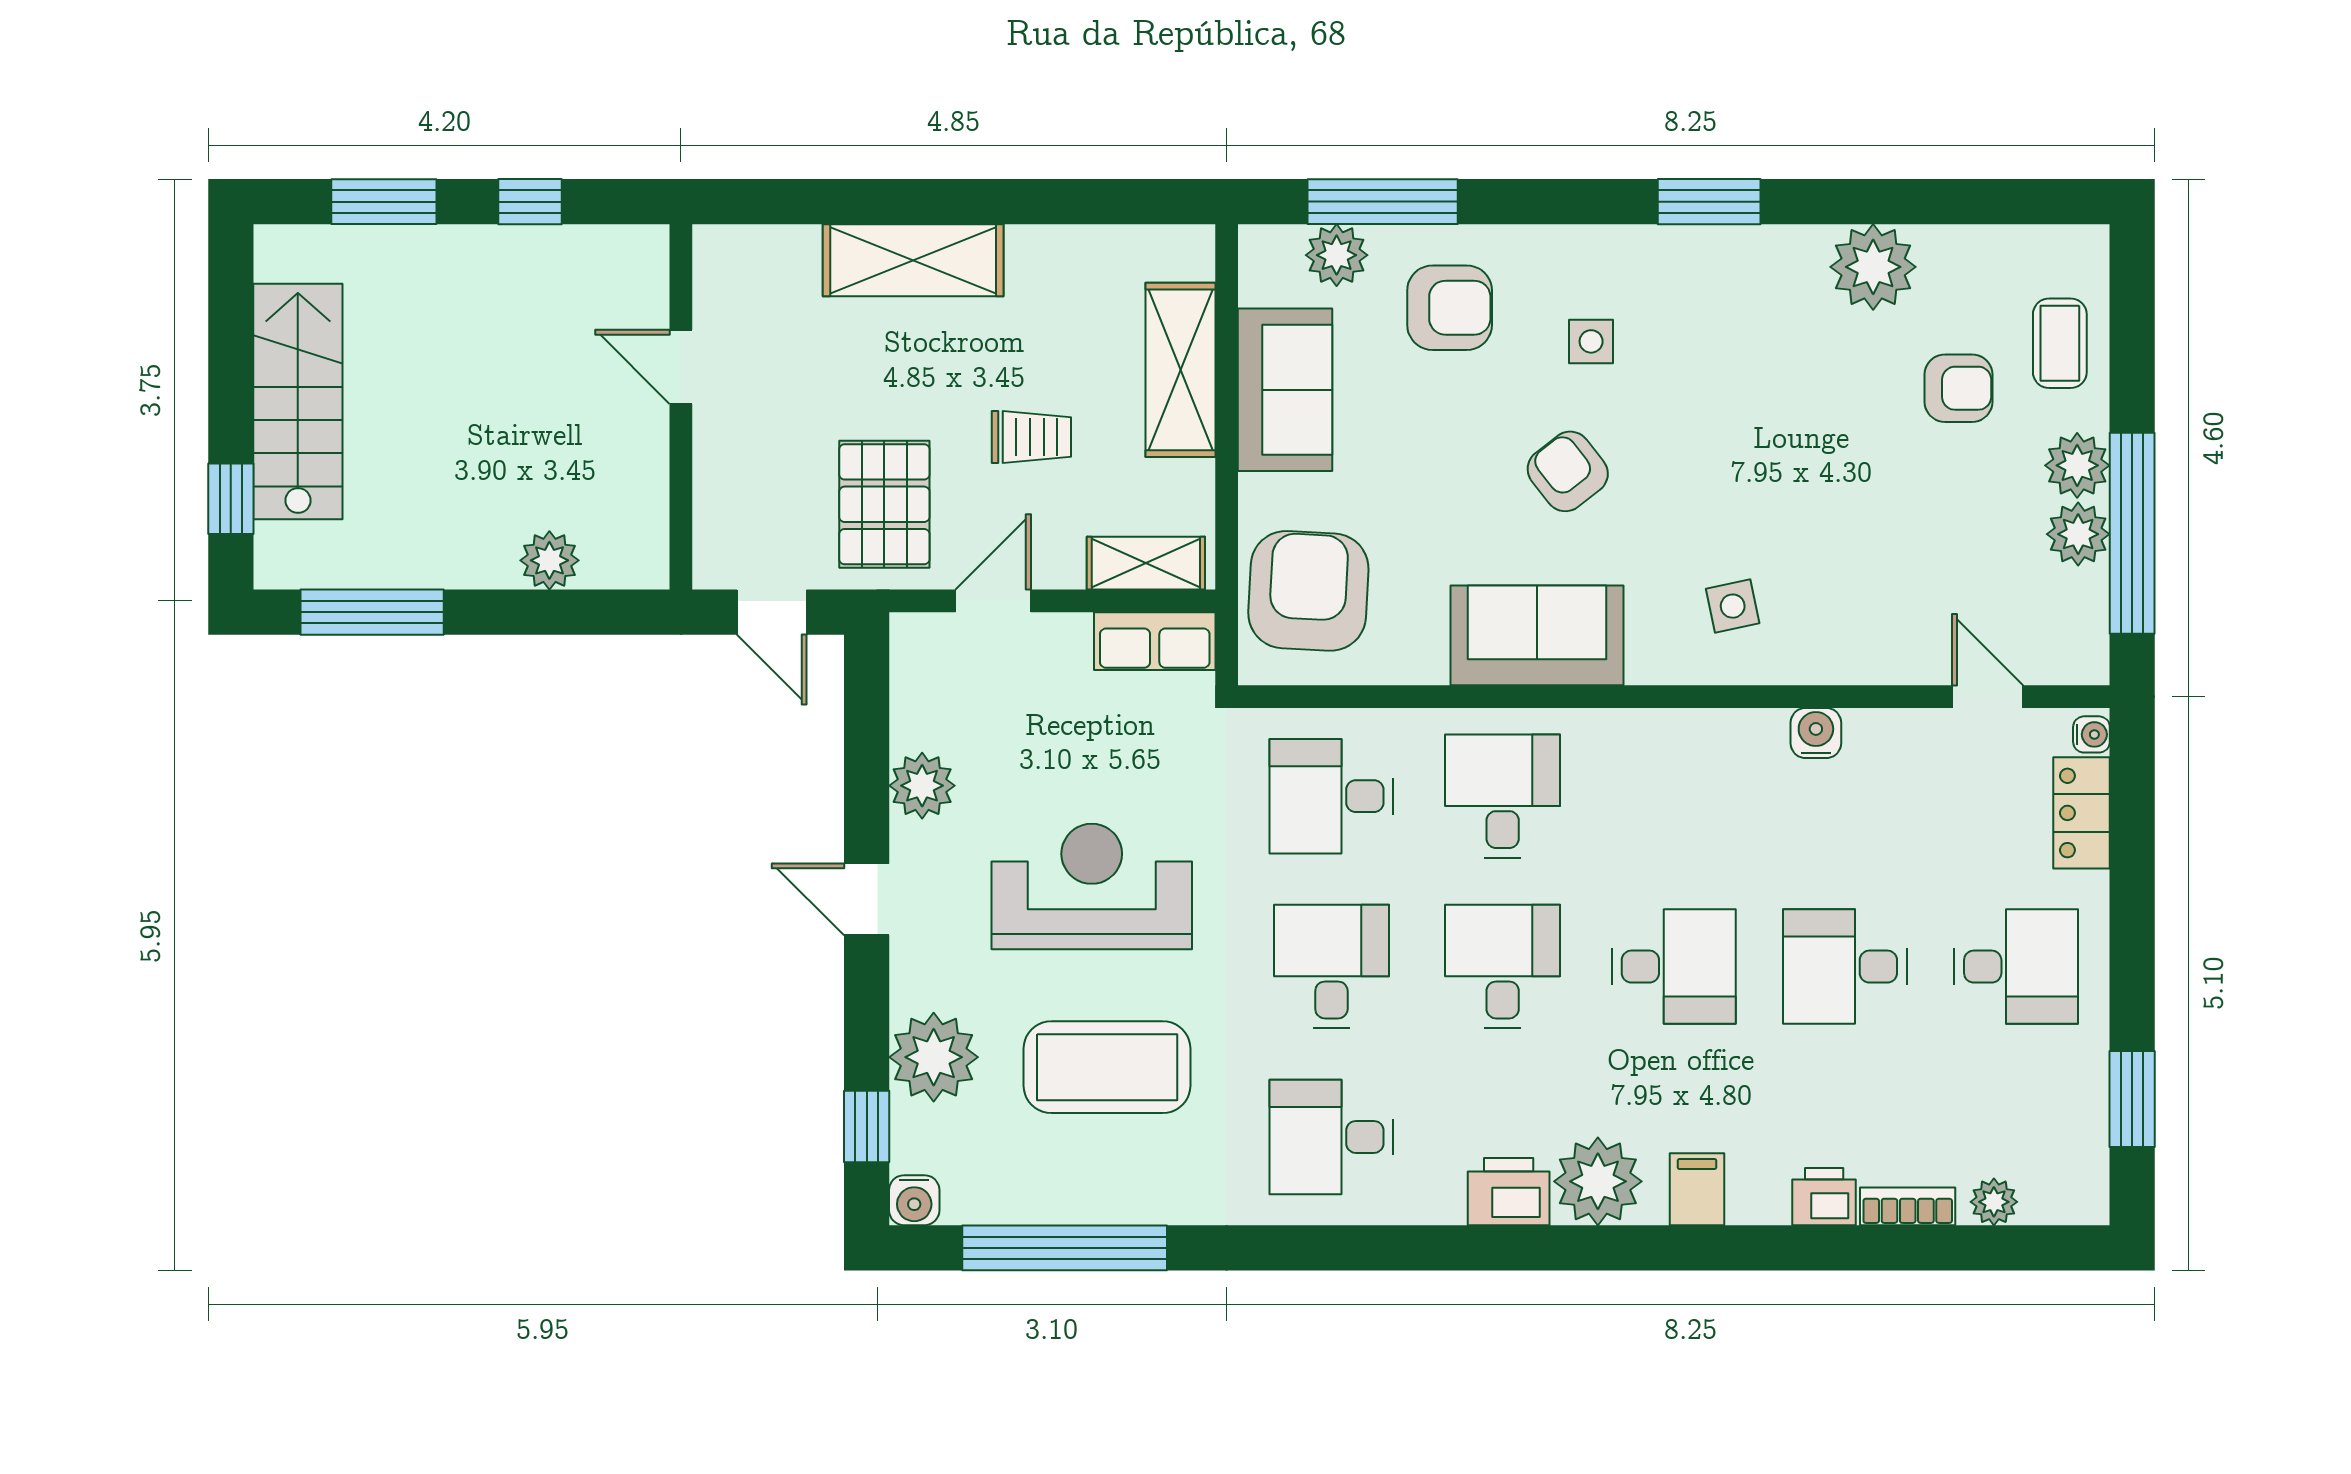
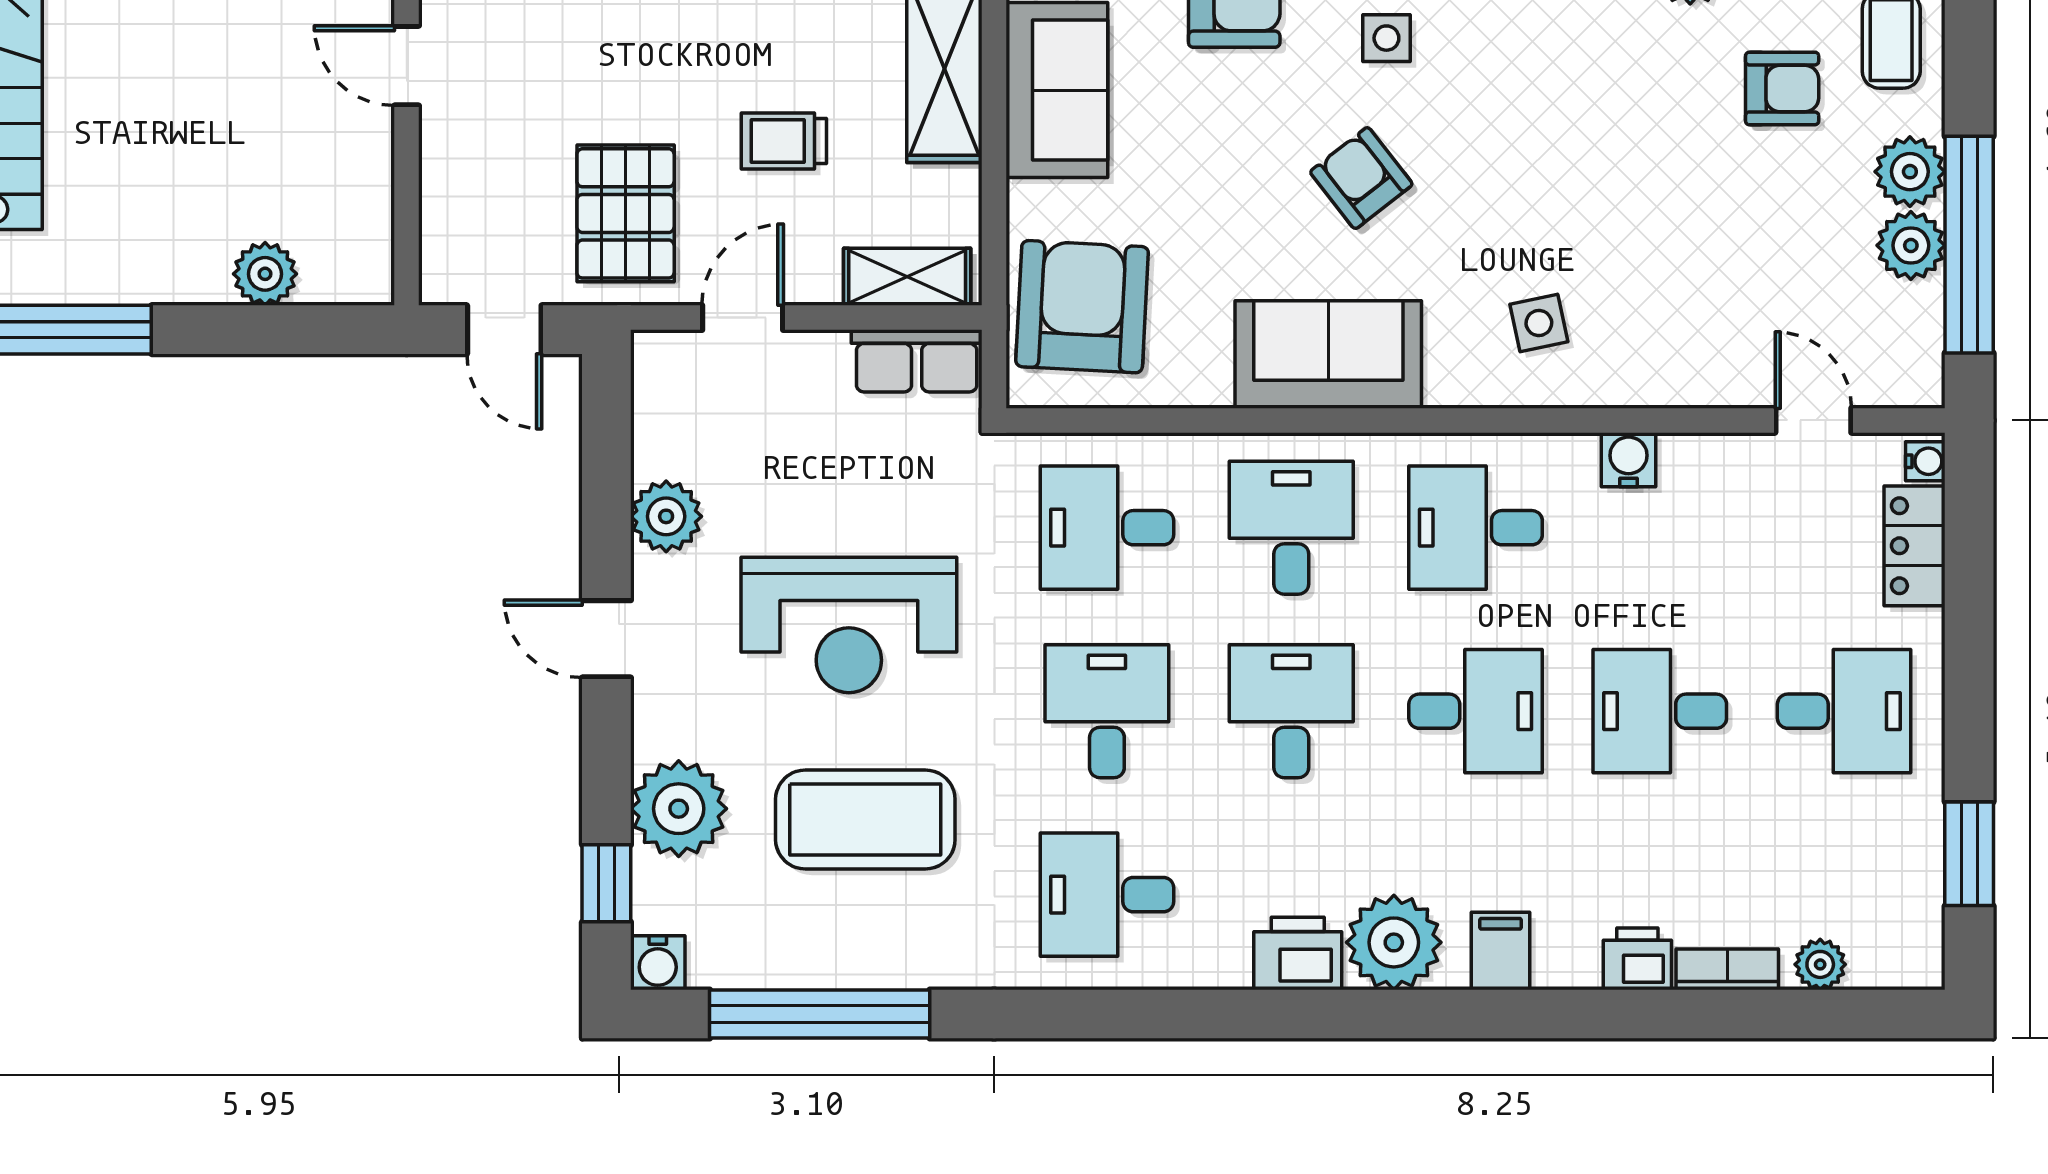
trolley: (1031, 437) -> (784, 141), turned 180
desk: (1674, 796) -> (1476, 528), added
reception desk: (1092, 886) -> (849, 625), turned 180

